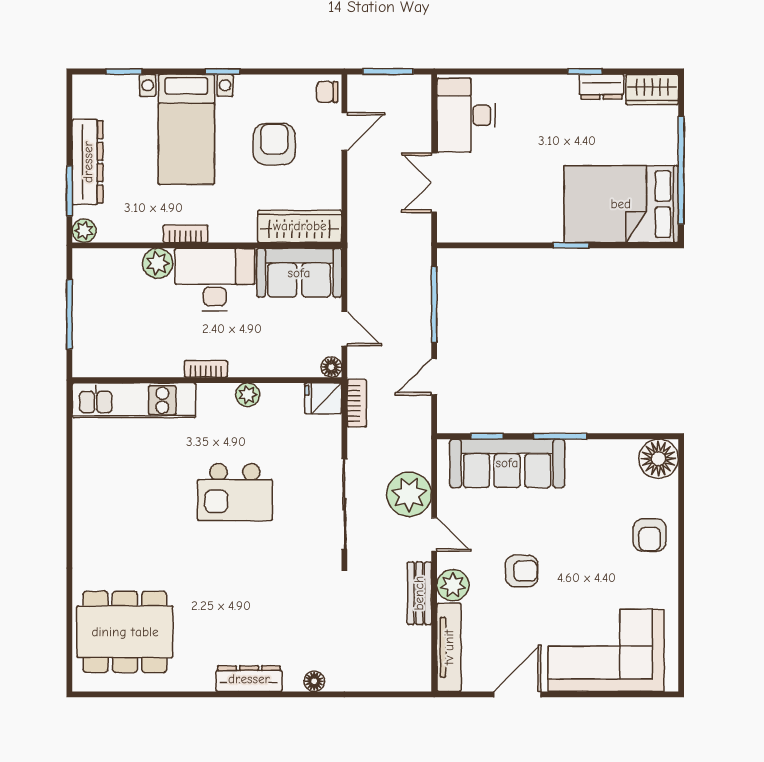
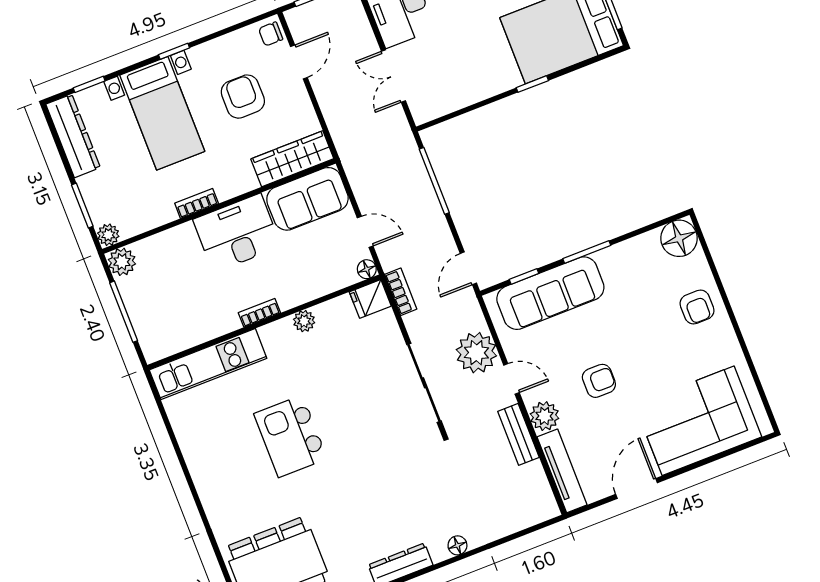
dresser: (88, 162) -> (73, 136), moved
plant: (158, 263) -> (122, 262), moved
door: (434, 377) -> (468, 268), moved
kitchen island: (235, 492) -> (291, 436), moved, turned 90

